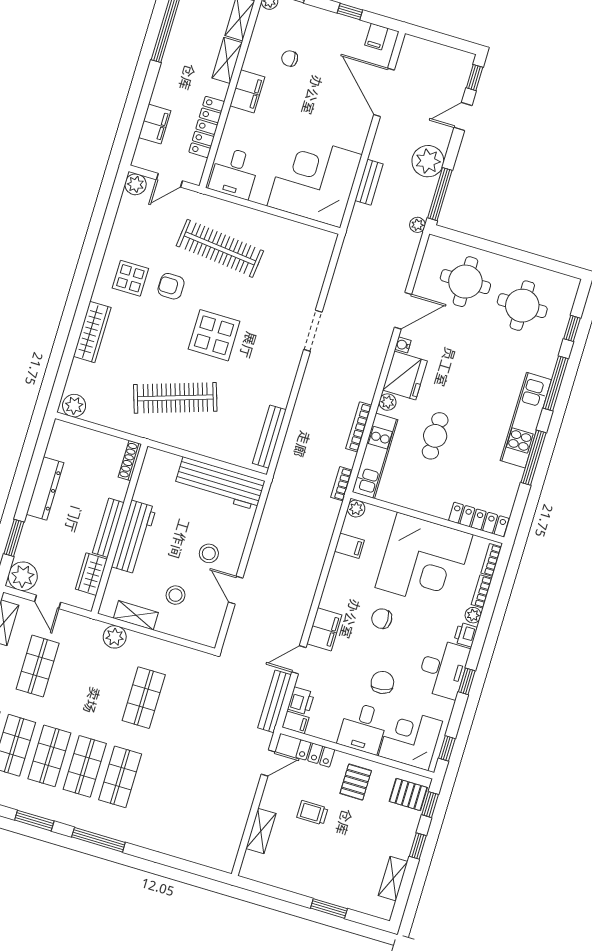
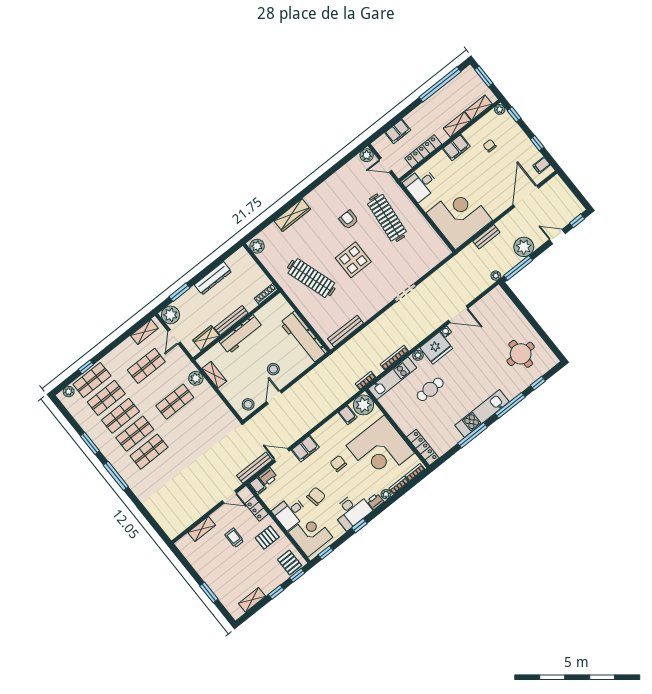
display table: (130, 278) -> (331, 201), removed
round table: (465, 282) -> (500, 322), removed
plant: (356, 509) -> (363, 405), width x1.88, depth x1.88
stool: (176, 595) -> (248, 404), moved
shop shelf: (144, 698) -> (175, 402), moved

